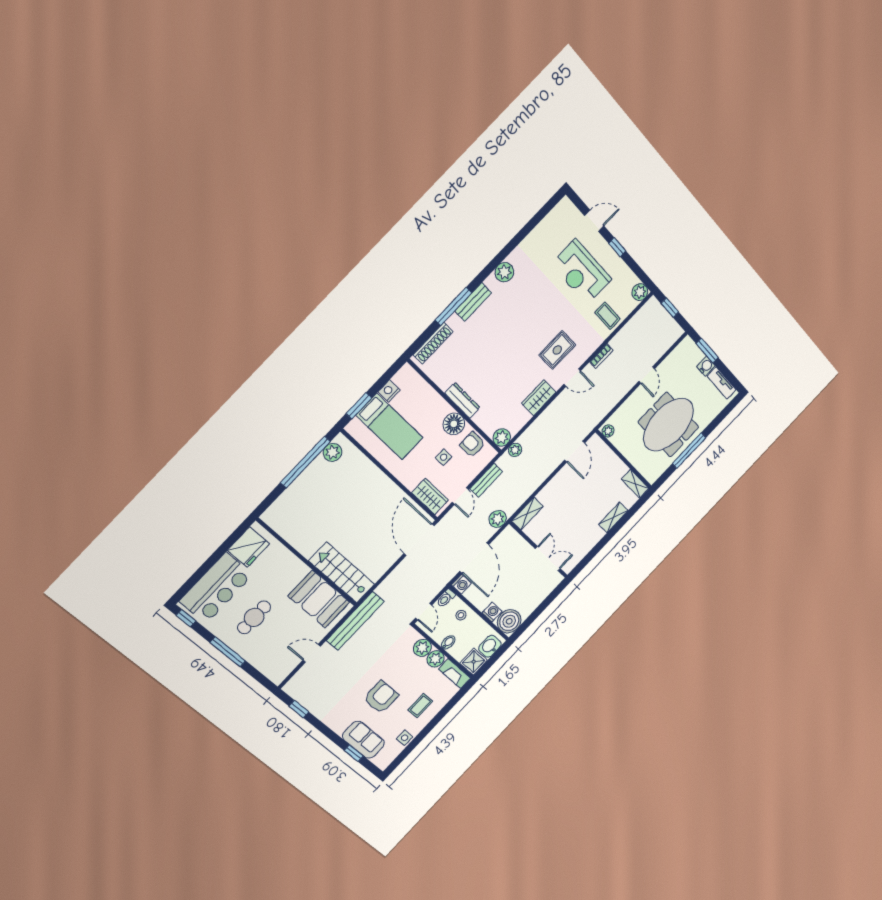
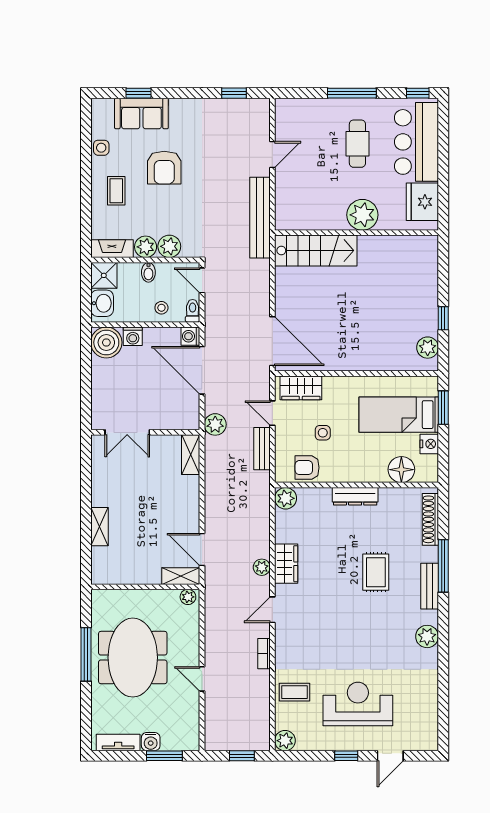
rug: (557, 350) -> (376, 572), moved
floor lamp: (454, 424) -> (401, 470), moved
armchair: (472, 444) -> (307, 468), turned 180
plant: (515, 450) -> (262, 567), moved
window: (305, 462) -> (443, 318), width x0.32
shelving: (635, 484) -> (181, 576), moved
plant: (293, 571) -> (362, 215), added
booth: (319, 599) -> (314, 209), removed

